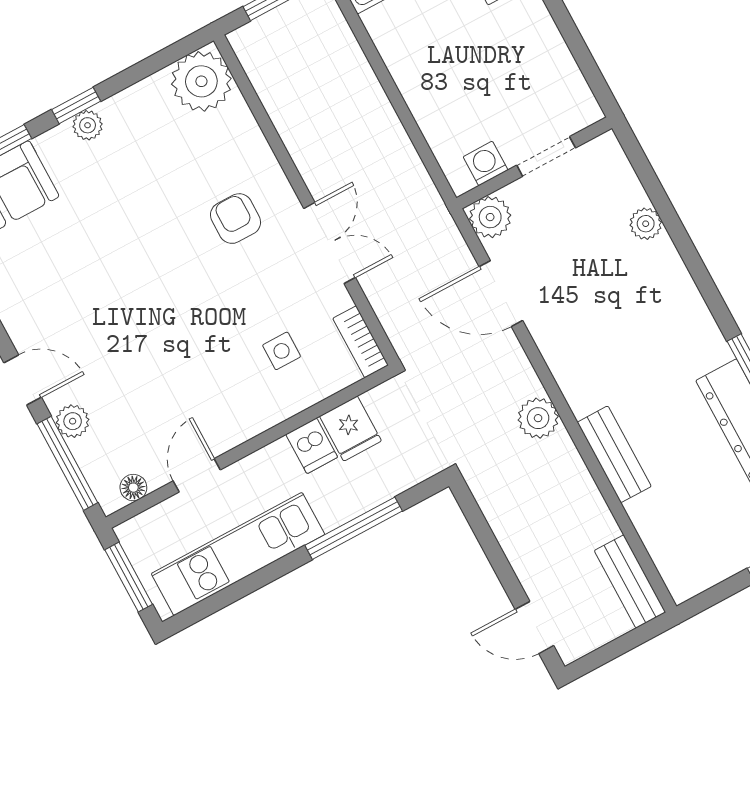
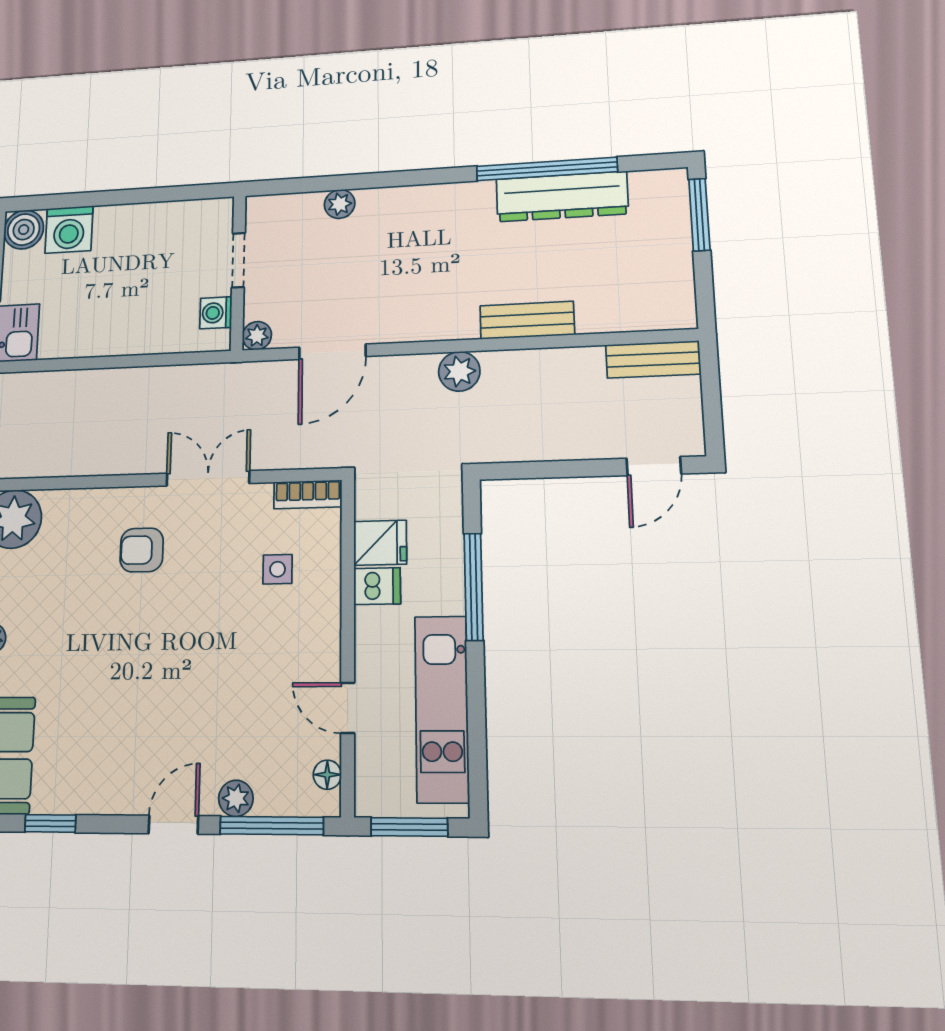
plant: (490, 217) -> (257, 336), width x0.73, depth x0.73

